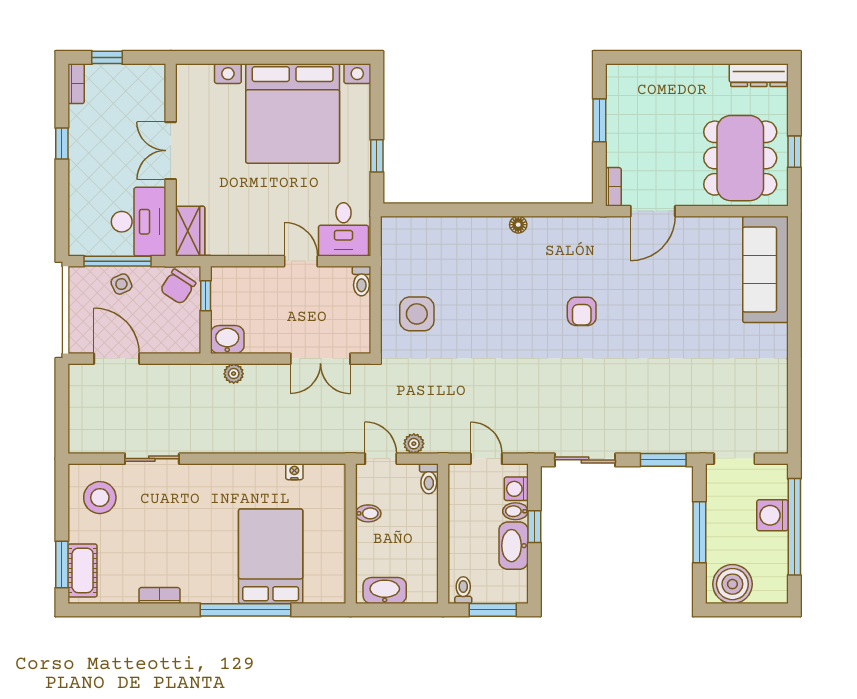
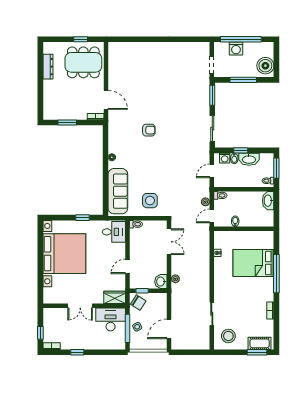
dresser: (759, 75) -> (48, 67), moved
door: (301, 261) -> (127, 266), moved
sofa: (765, 269) -> (118, 191), moved, turned -90
washbasin: (385, 591) -> (268, 201), moved

